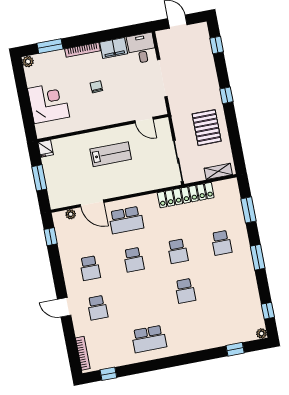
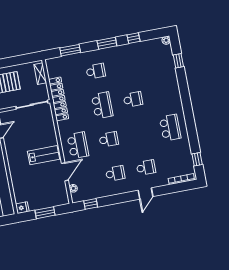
lab bench: (111, 154) -> (43, 155), moved, turned 90
school desk: (178, 251) -> (102, 105), width x1.85
window: (268, 311) -> (133, 38), moved

